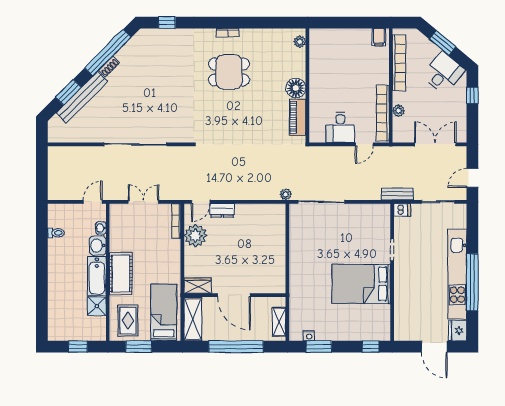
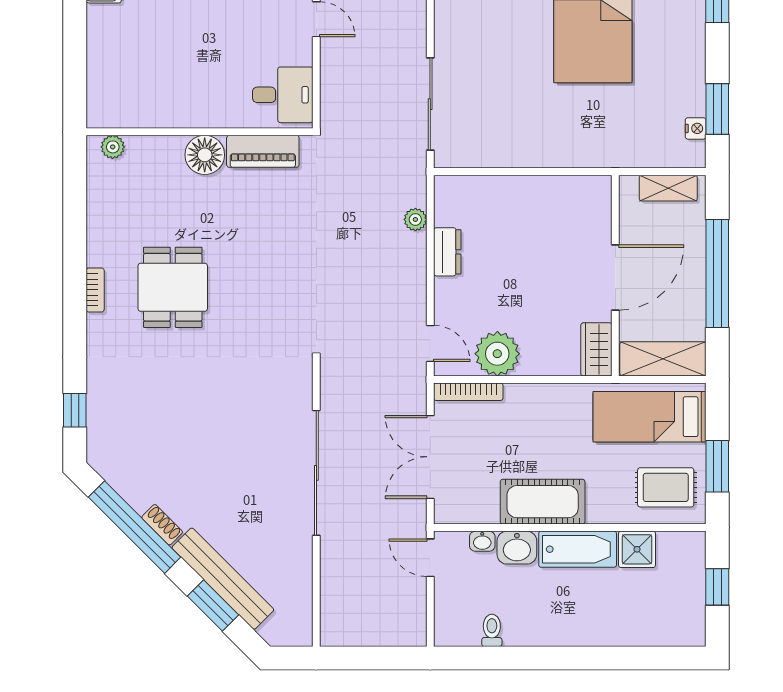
desk: (340, 127) -> (283, 95), moved
plant: (286, 194) -> (415, 219), moved
double door: (143, 202) -> (430, 457), width x1.37
dresser: (222, 210) -> (447, 252), moved
cot: (121, 274) -> (543, 502), moved

